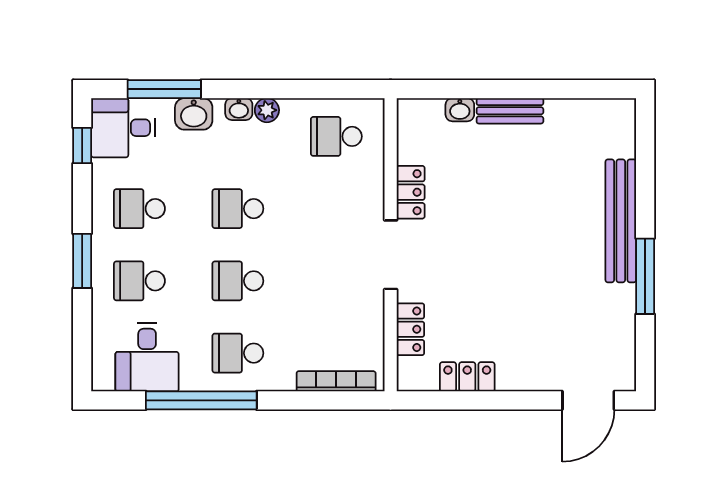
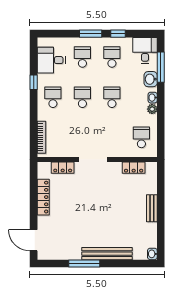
washbasin: (460, 110) -> (152, 254), moved
window: (82, 146) -> (118, 34), moved
locker: (411, 192) -> (134, 168), moved
locker: (467, 377) -> (43, 197), width x1.53
window: (201, 400) -> (34, 82), width x0.32

